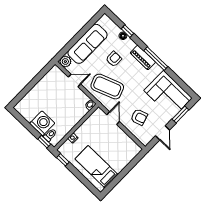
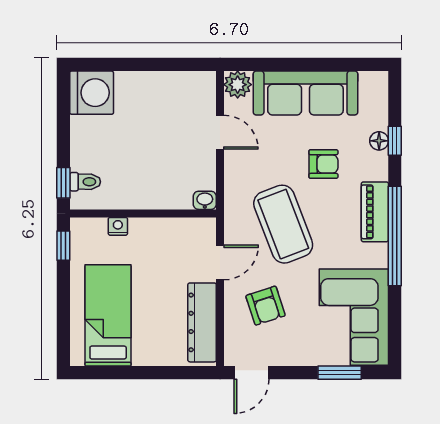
window: (156, 59) -> (395, 236), width x1.46
coffee table: (107, 87) -> (283, 224), moved
washing machine: (42, 123) -> (92, 93), moved
door: (162, 133) -> (252, 373), moved
dresser: (126, 141) -> (202, 322), added

